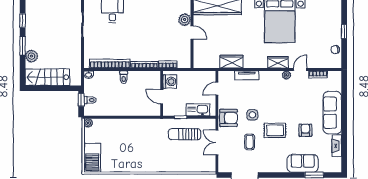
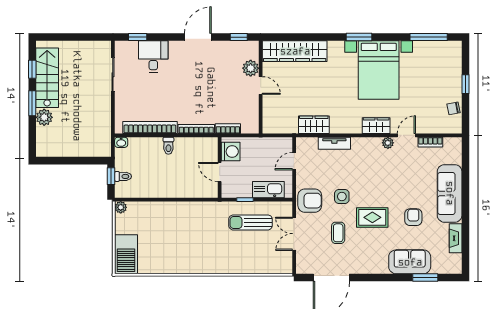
stairs: (47, 77) -> (47, 78), moved, turned 90

